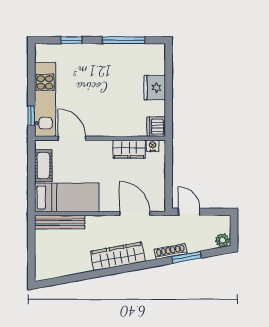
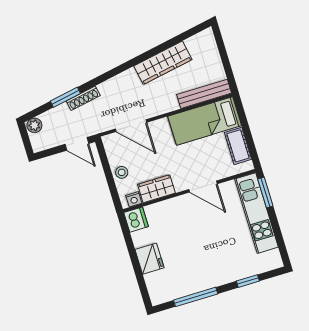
window: (31, 116) -> (265, 192), width x1.50
door: (72, 138) -> (203, 187), moved
stool: (156, 174) -> (122, 172), added
wardrobe: (118, 256) -> (163, 63), moved

